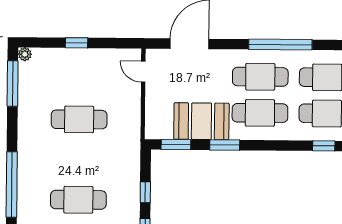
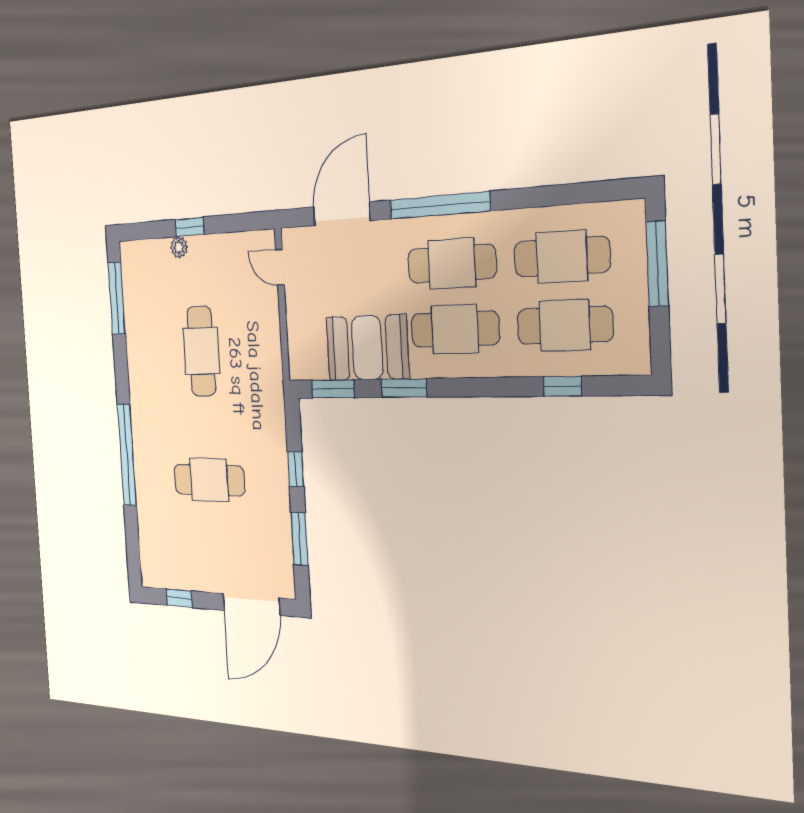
window: (280, 45) -> (439, 205), moved
plant: (25, 54) -> (179, 247), moved
cafe table: (79, 119) -> (201, 351), turned 90

